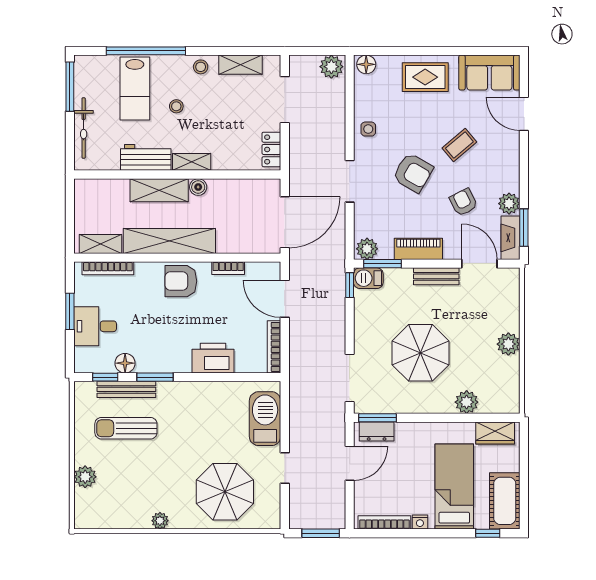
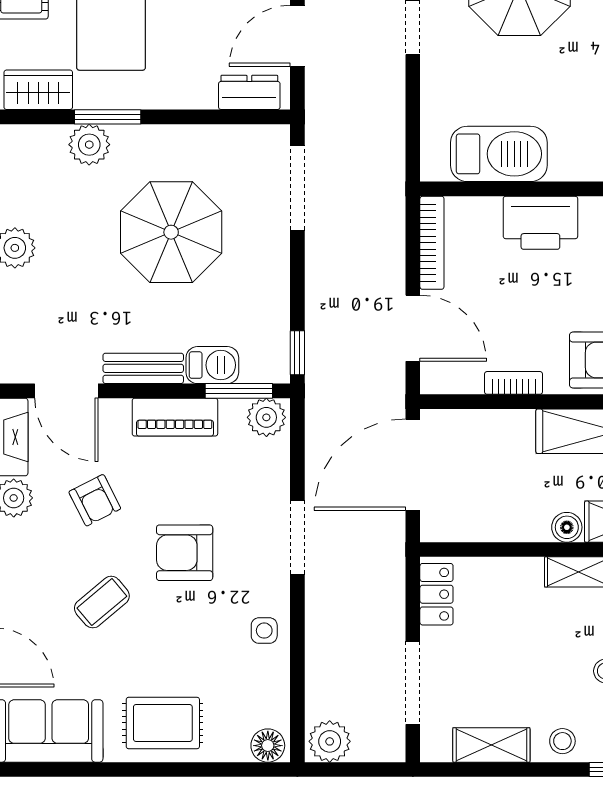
armchair: (413, 173) -> (185, 553), turned -30
barbecue: (368, 278) -> (212, 365), moved
window: (378, 418) -> (108, 117), moved
barbecue: (265, 419) -> (499, 154), moved, turned -90

